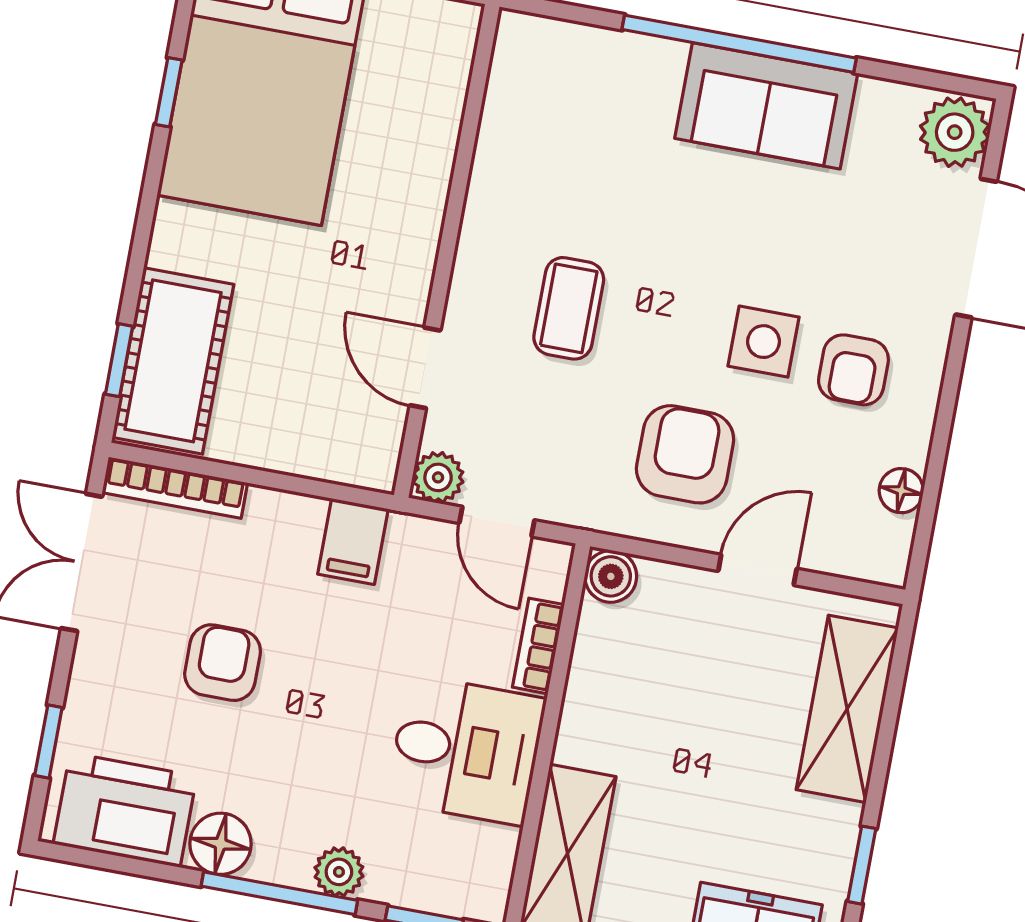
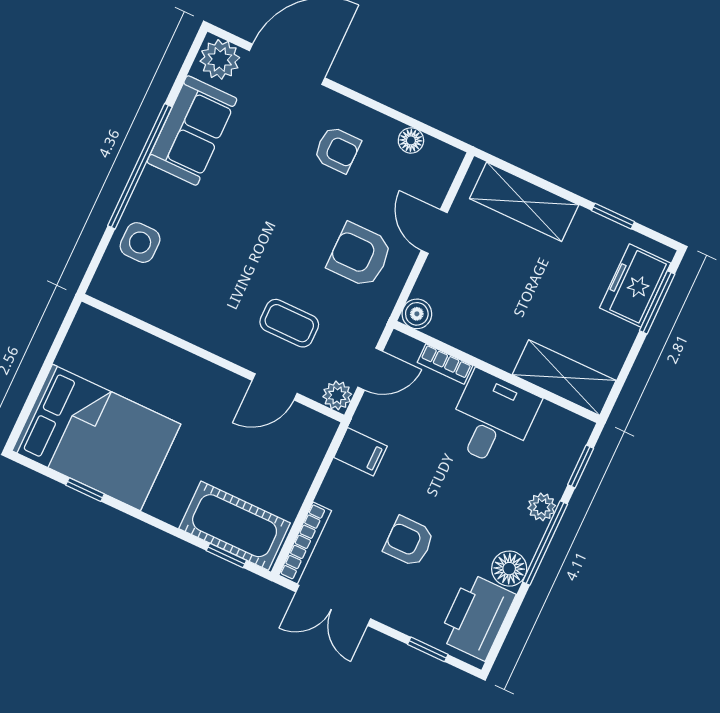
sofa: (766, 106) -> (192, 130), moved
coffee table: (569, 308) -> (289, 323), moved
side table: (763, 342) -> (140, 243), moved

